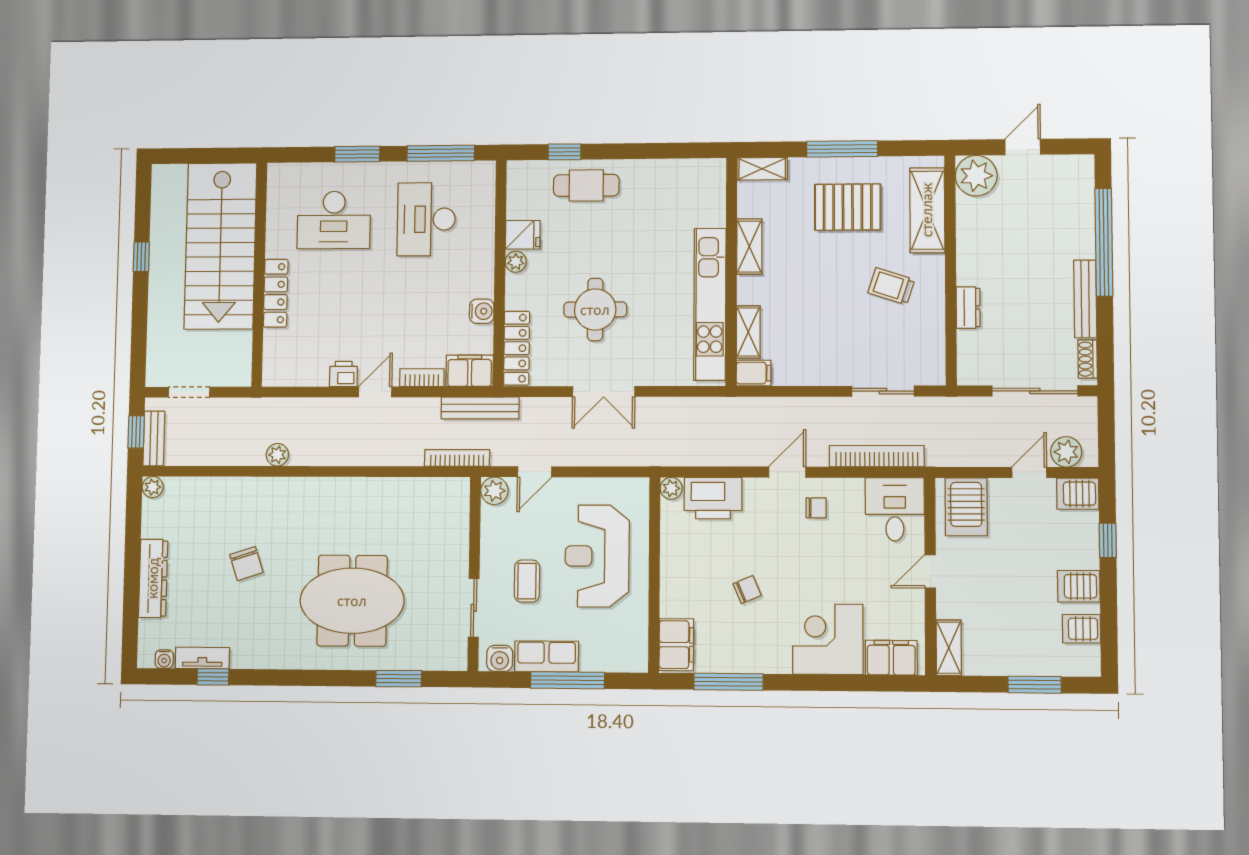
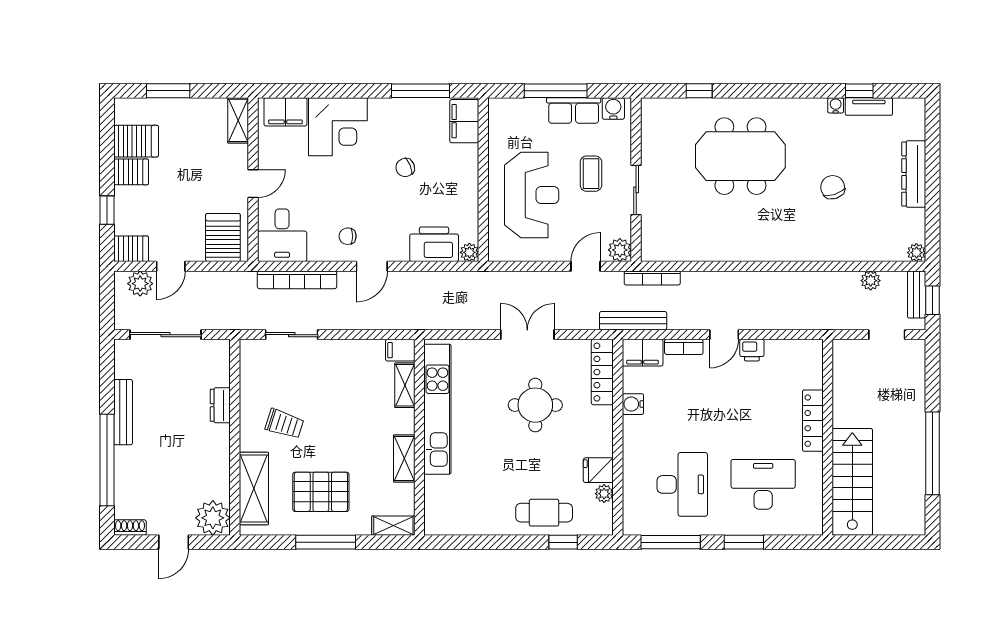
stairs: (220, 246) -> (852, 482), width x0.73, depth x0.66
window: (141, 257) -> (932, 453), width x3.17
plant: (516, 262) -> (604, 494), moved
shoe rack: (1088, 359) -> (130, 527), moved, turned -90
plant: (277, 455) -> (871, 281), moved
sliding door: (474, 608) -> (636, 190), moved
server rack: (1081, 629) -> (136, 141), width x1.36, depth x1.44
water cooler: (164, 659) -> (836, 105), moved
window: (399, 679) -> (699, 91), width x0.67

